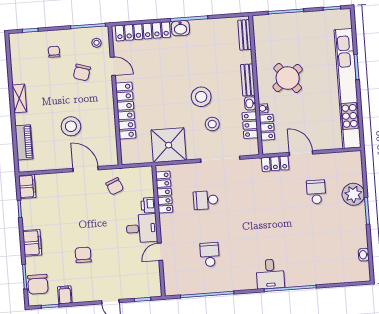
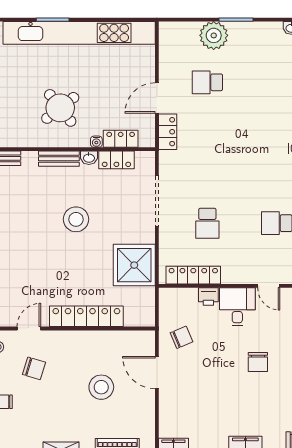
stool: (212, 124) -> (112, 208), removed
door: (86, 169) -> (157, 373), hinge flipped
chair: (83, 255) -> (258, 362), moved, turned -90

